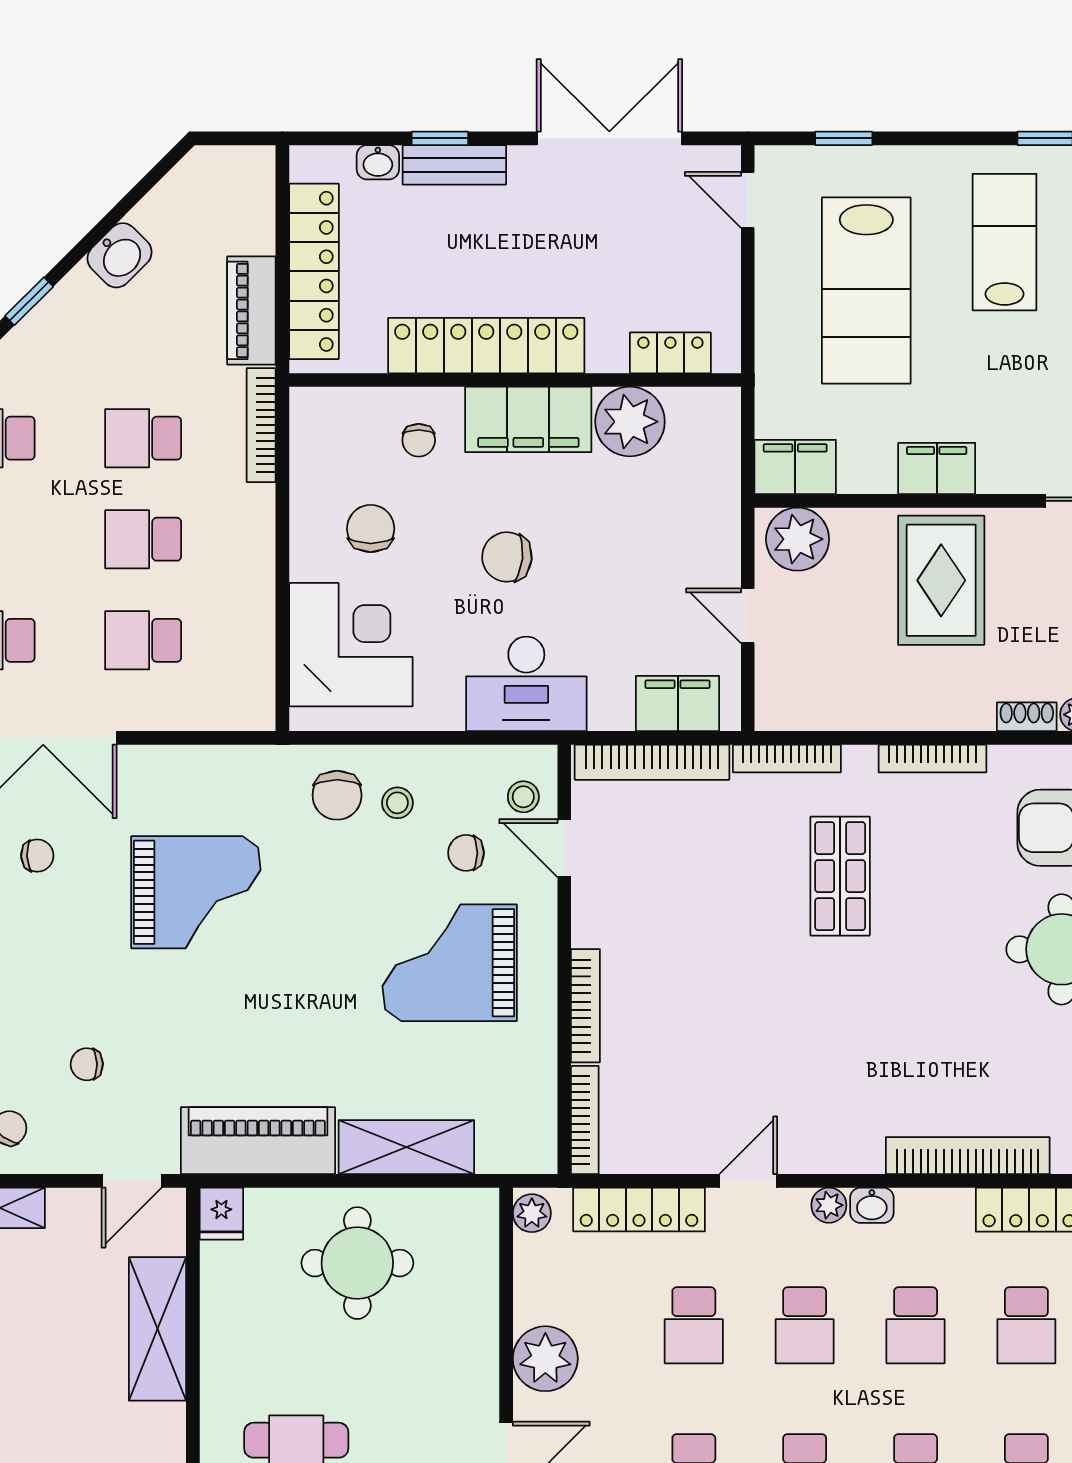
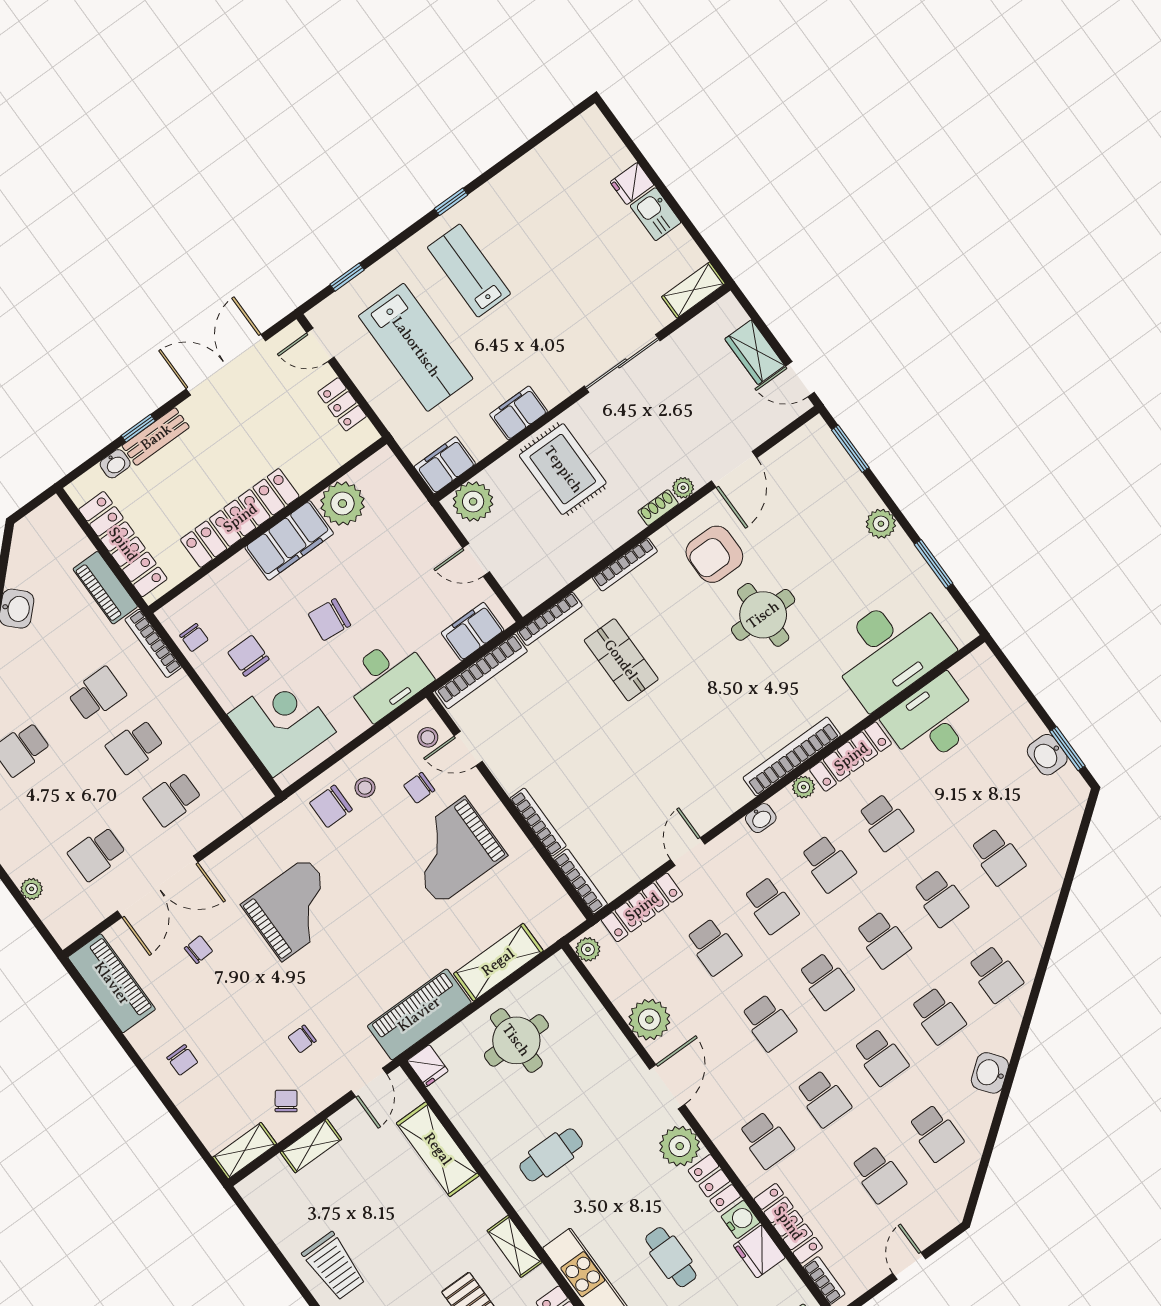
locker: (670, 353) -> (342, 404), moved, turned -90
school desk: (143, 438) -> (97, 694), turned 180
chair: (419, 440) -> (194, 638), moved
chair: (337, 795) -> (331, 806), turned 90
plant: (829, 1205) -> (804, 787), moved

